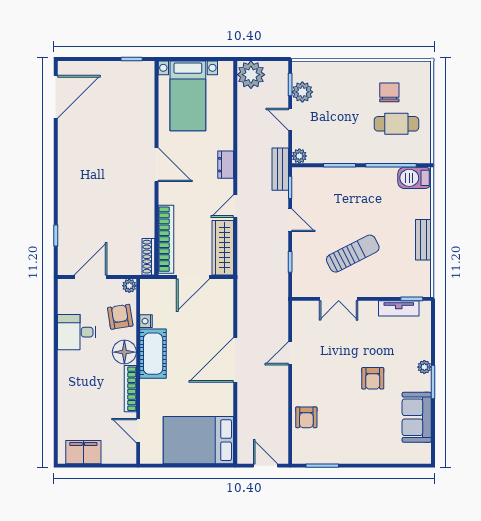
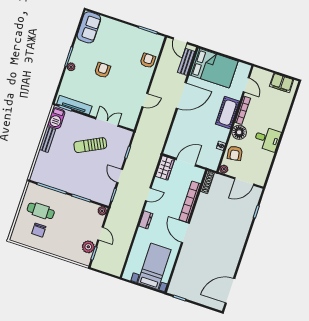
plant: (251, 75) -> (114, 266), removed
bench: (280, 169) -> (186, 62), moved
barbecue: (415, 178) -> (56, 118), moved, turned 90
bookcase: (166, 239) -> (190, 202), moved
wardrobe: (223, 248) -> (165, 168), width x0.67
tv unit: (399, 308) -> (74, 105), width x1.41
desk: (77, 332) -> (267, 139), moved
cot: (153, 354) -> (228, 113), moved
door: (235, 360) -> (181, 95), moved
sofa: (417, 417) -> (89, 27), moved

